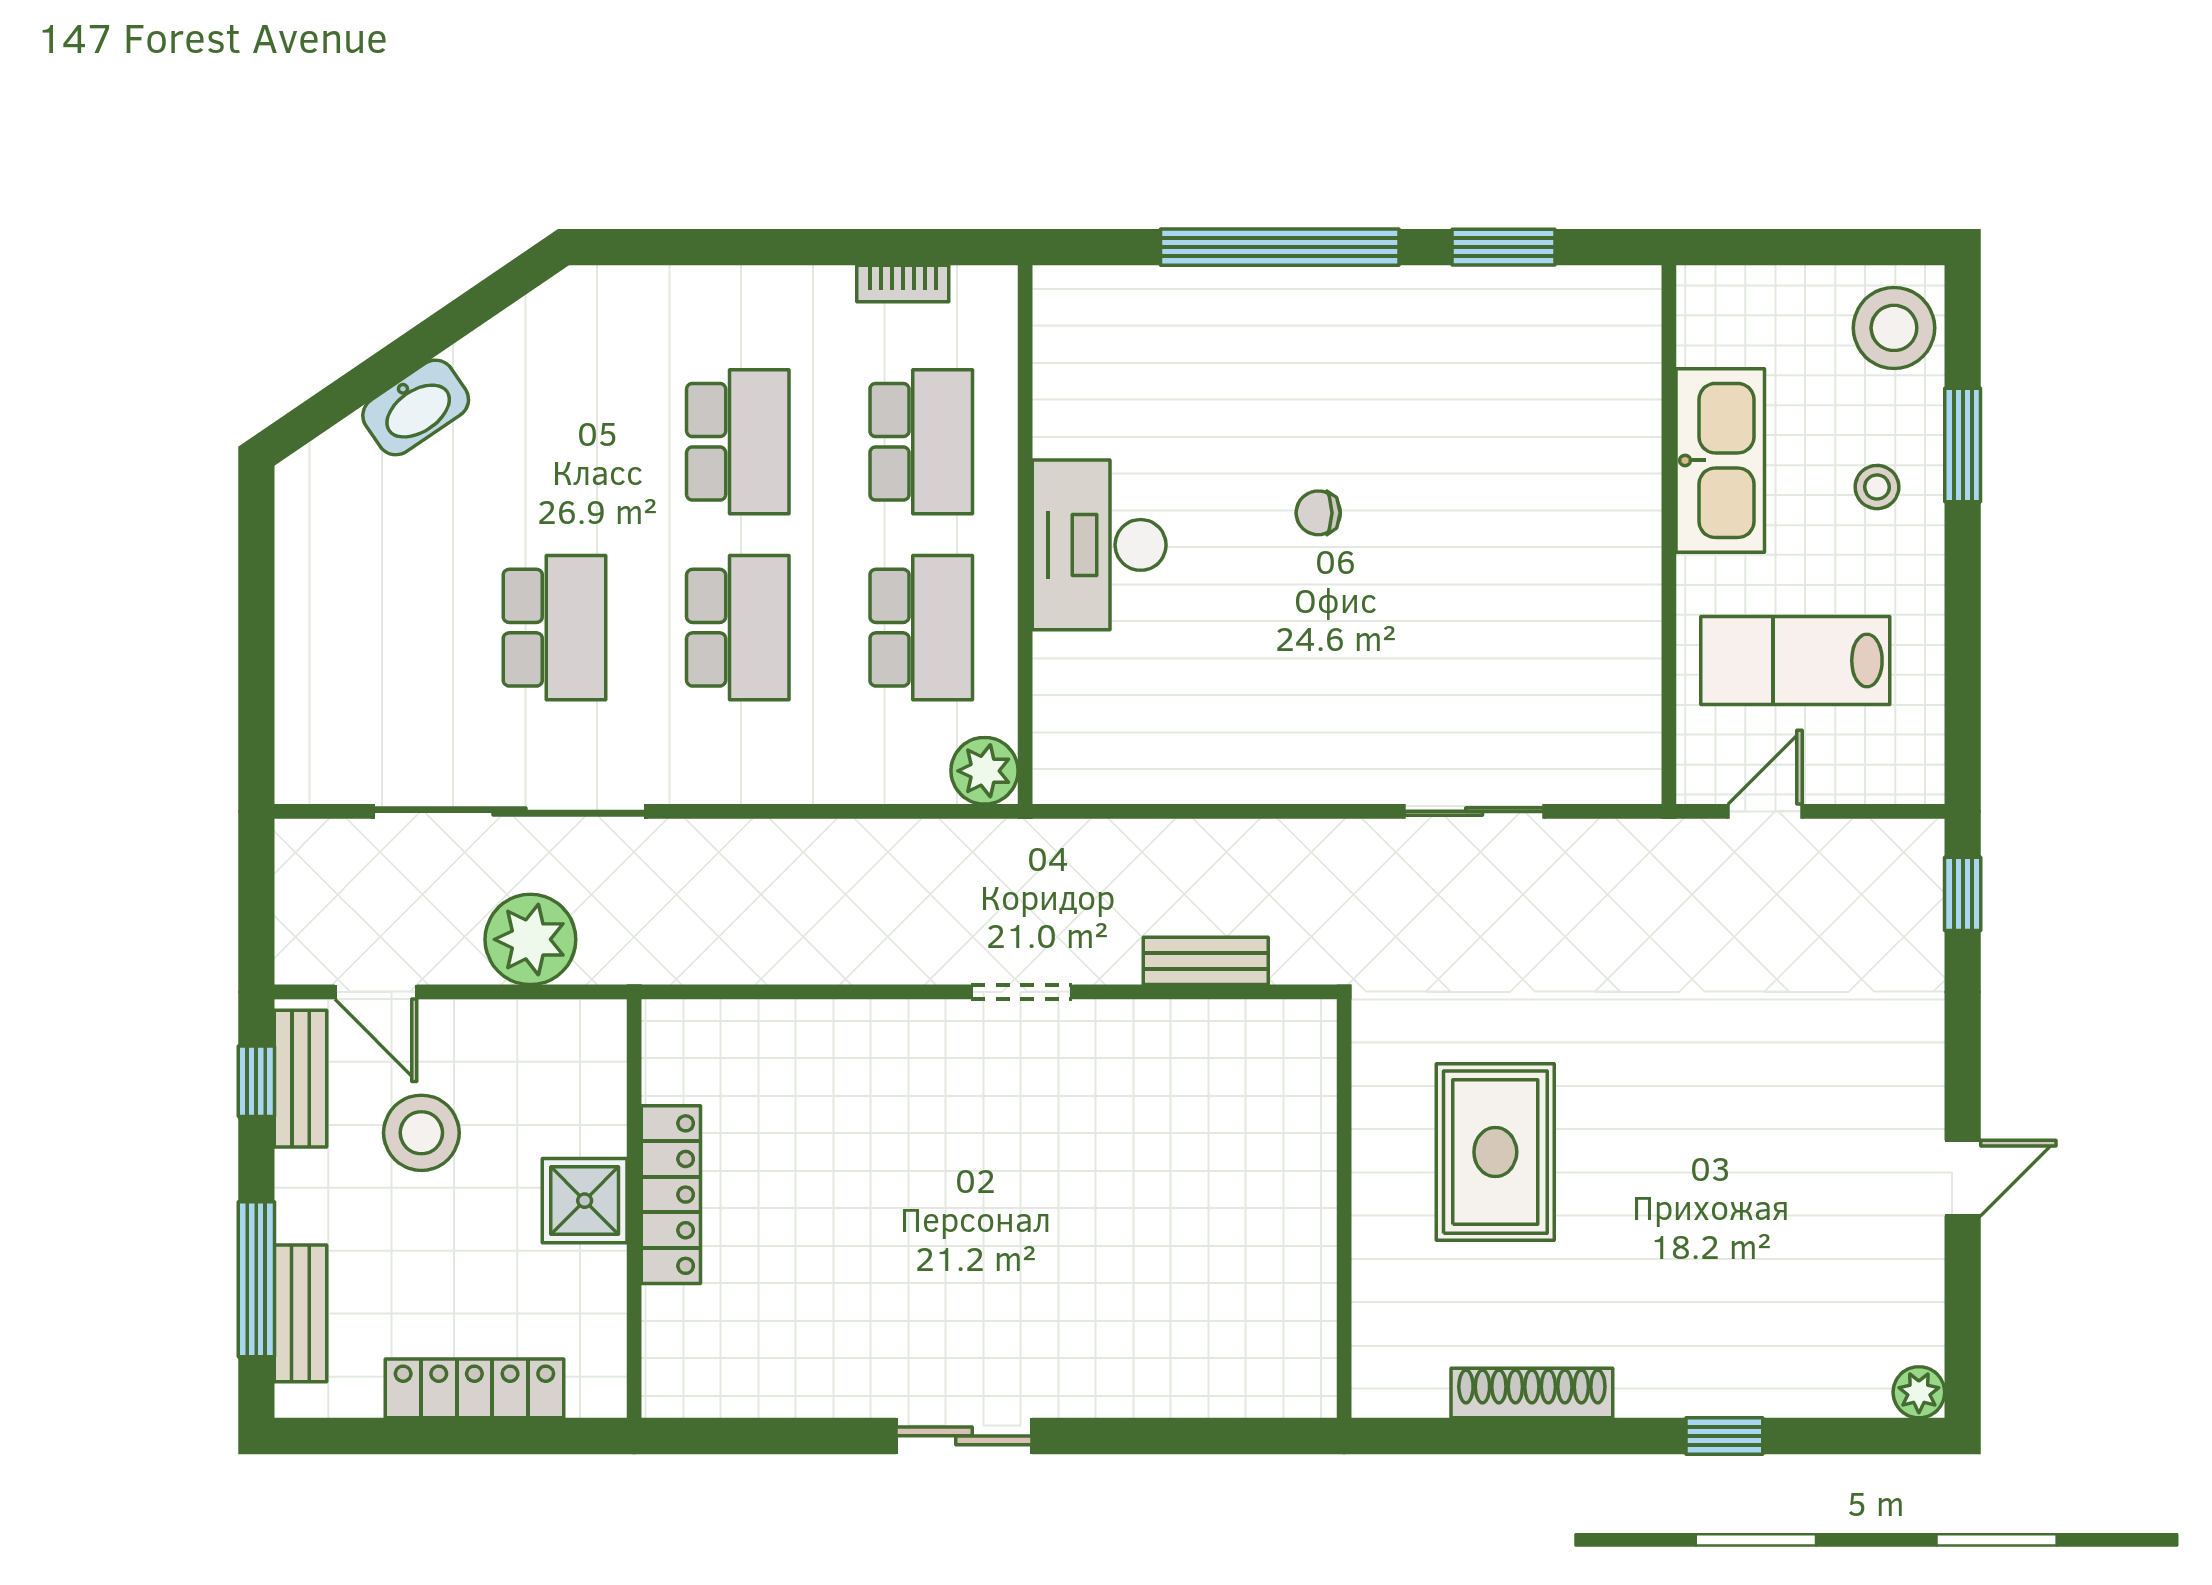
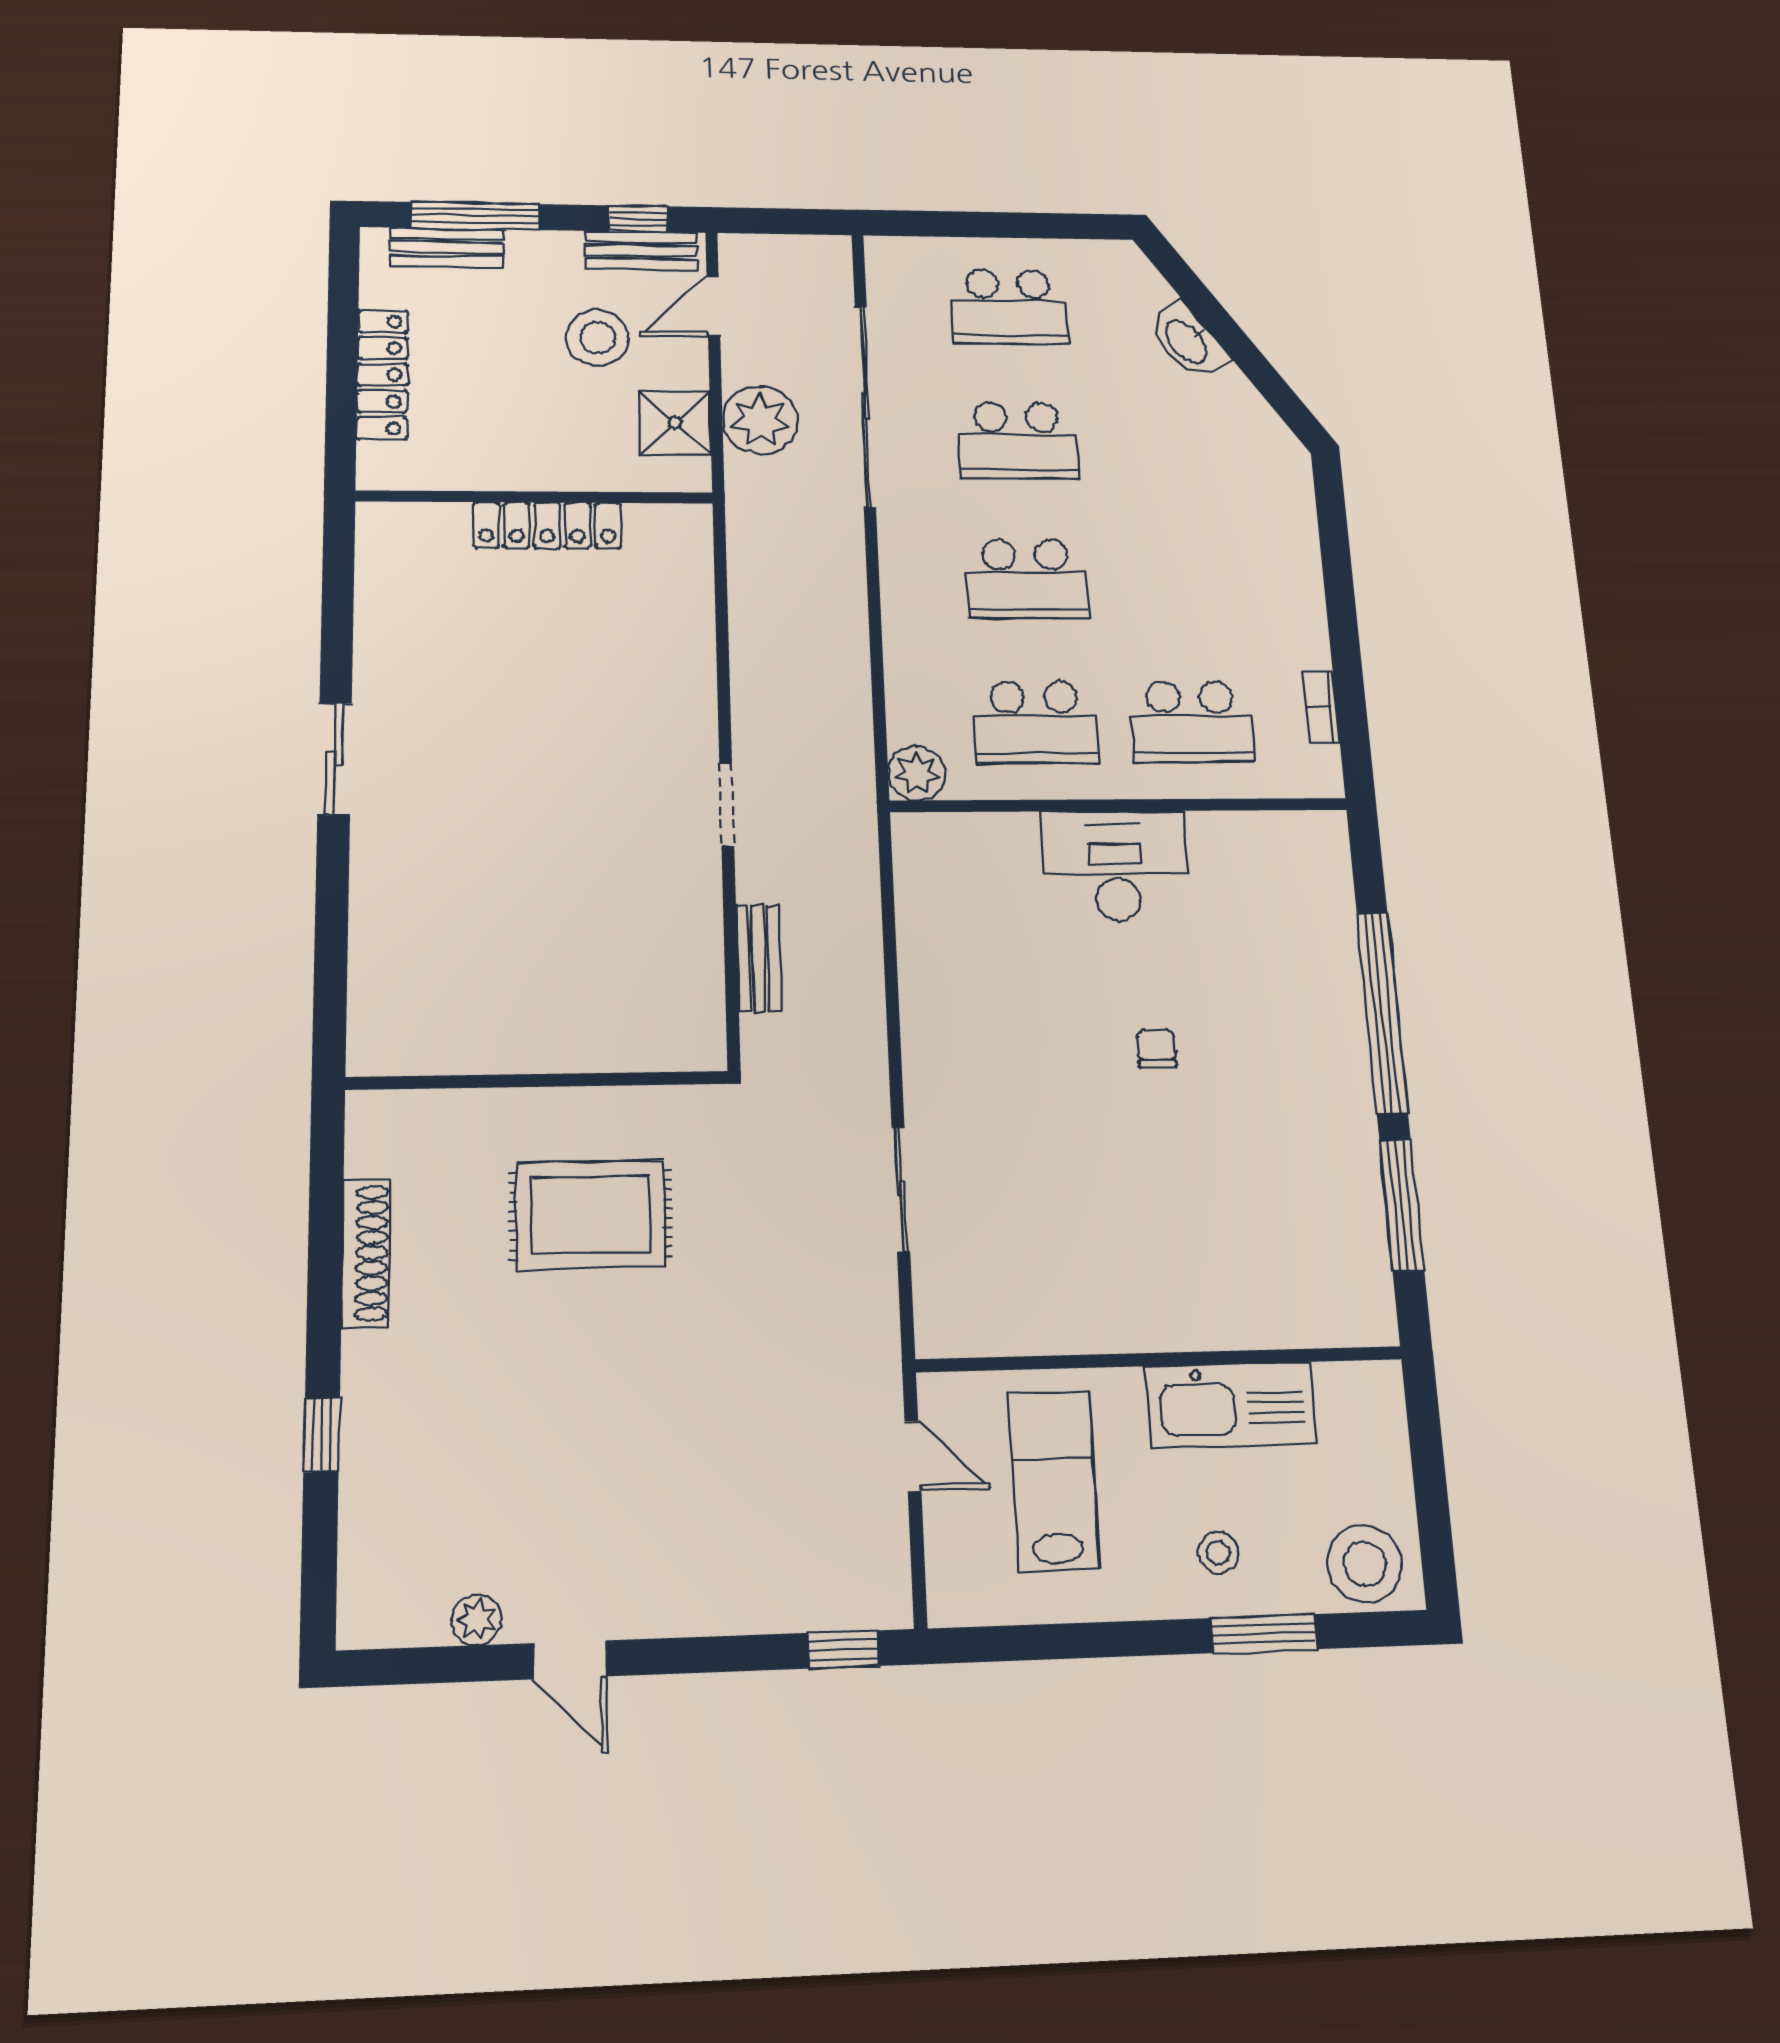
window: (1504, 247) -> (1402, 1205), width x1.44
school desk: (738, 442) -> (1009, 307), moved
shower: (585, 1201) -> (675, 423), moved
plant: (1919, 1392) -> (477, 1620), moved

